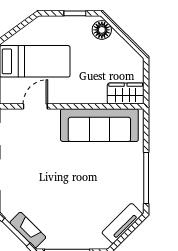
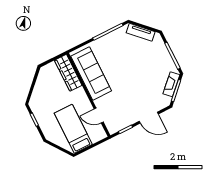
floor lamp: (102, 30) -> (36, 100), removed
wardrobe: (126, 94) -> (68, 73), width x1.50

